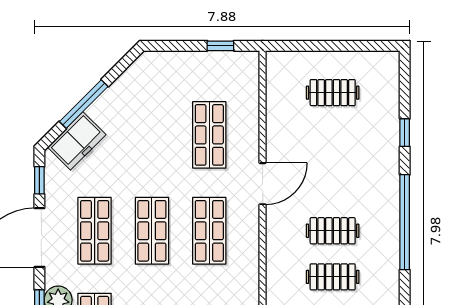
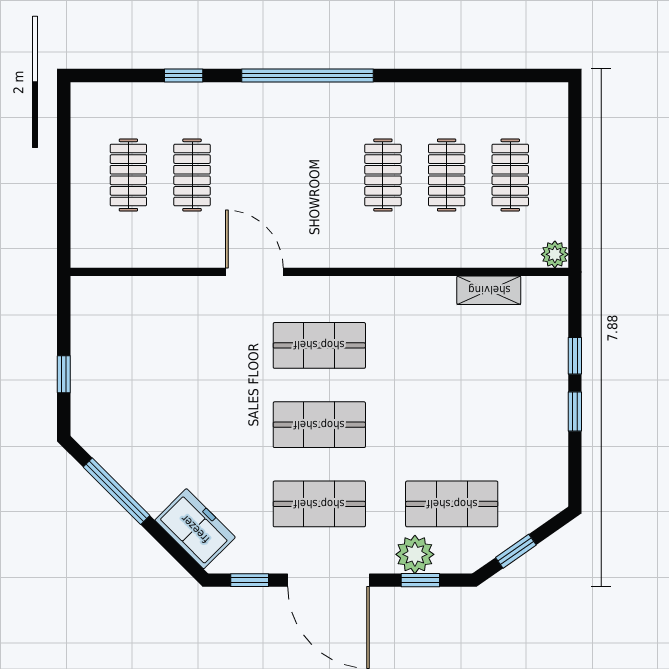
window: (220, 46) -> (64, 374), moved
window: (84, 104) -> (116, 491), moved
shop shelf: (209, 135) -> (187, 345), removed
clothes rail: (333, 231) -> (192, 175), moved

